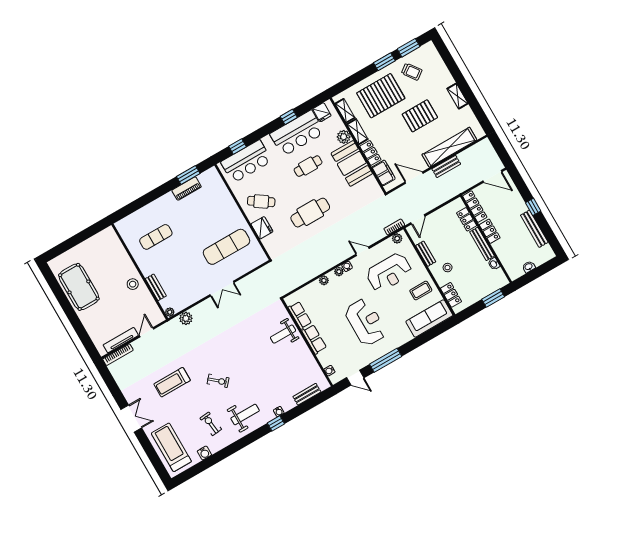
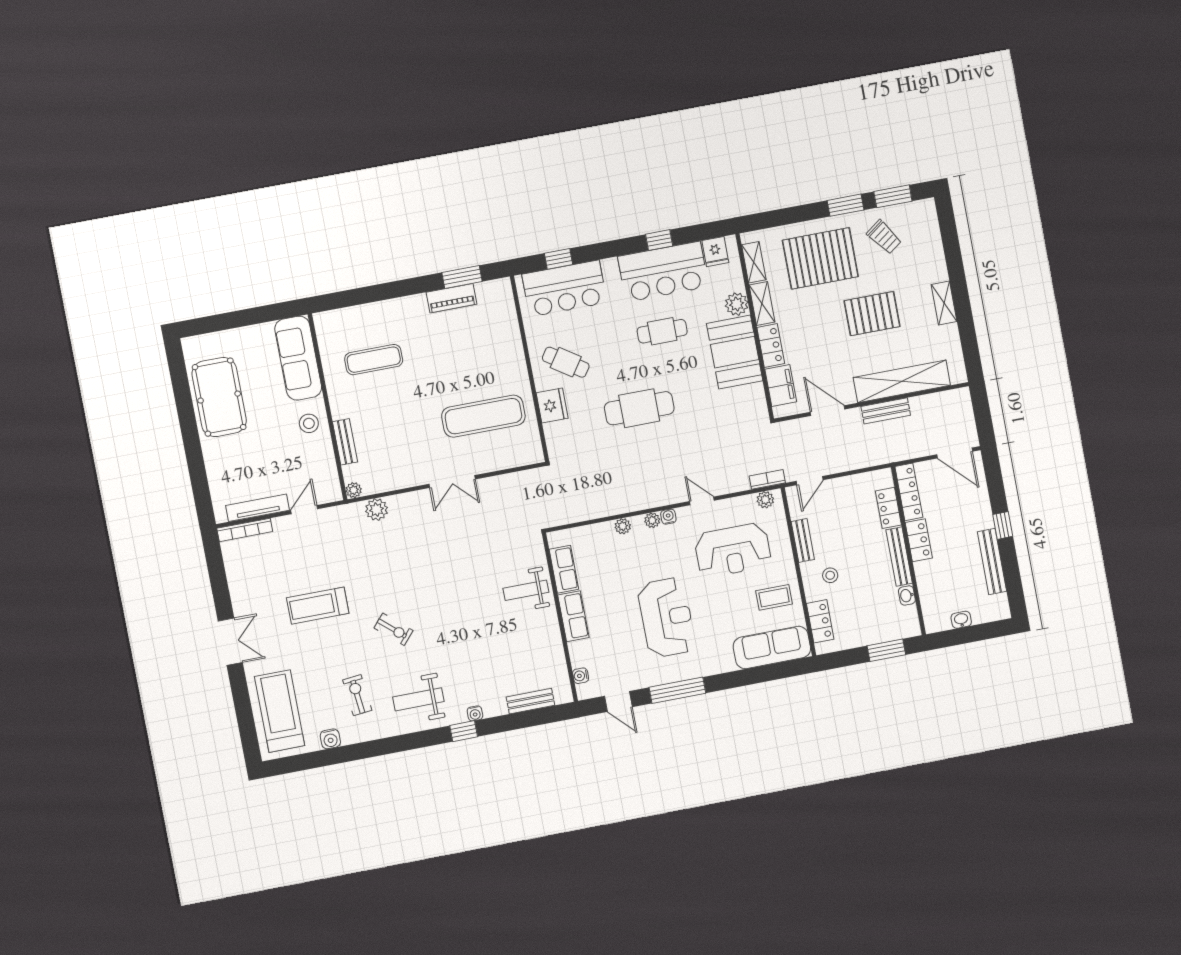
sofa: (115, 251) -> (298, 358), added
weight bench: (245, 414) -> (418, 699), turned 180

